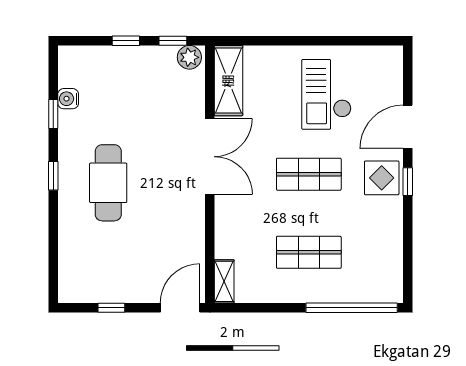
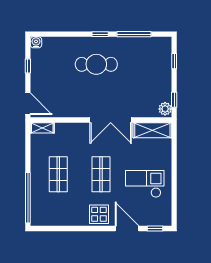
window: (126, 41) -> (174, 61), moved
water cooler: (68, 99) -> (36, 42), moved
window: (53, 114) -> (134, 34), width x2.17
window: (408, 182) -> (155, 228), moved

